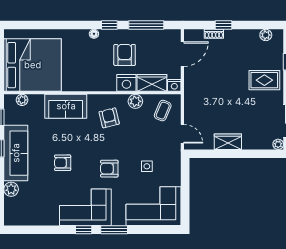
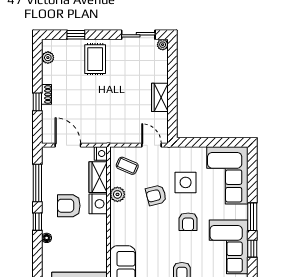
shoe rack: (214, 34) -> (47, 94), moved
armchair: (109, 118) -> (156, 195), moved
door: (182, 134) -> (152, 145), hinge flipped
side table: (147, 166) -> (186, 182), width x1.87, depth x1.87

